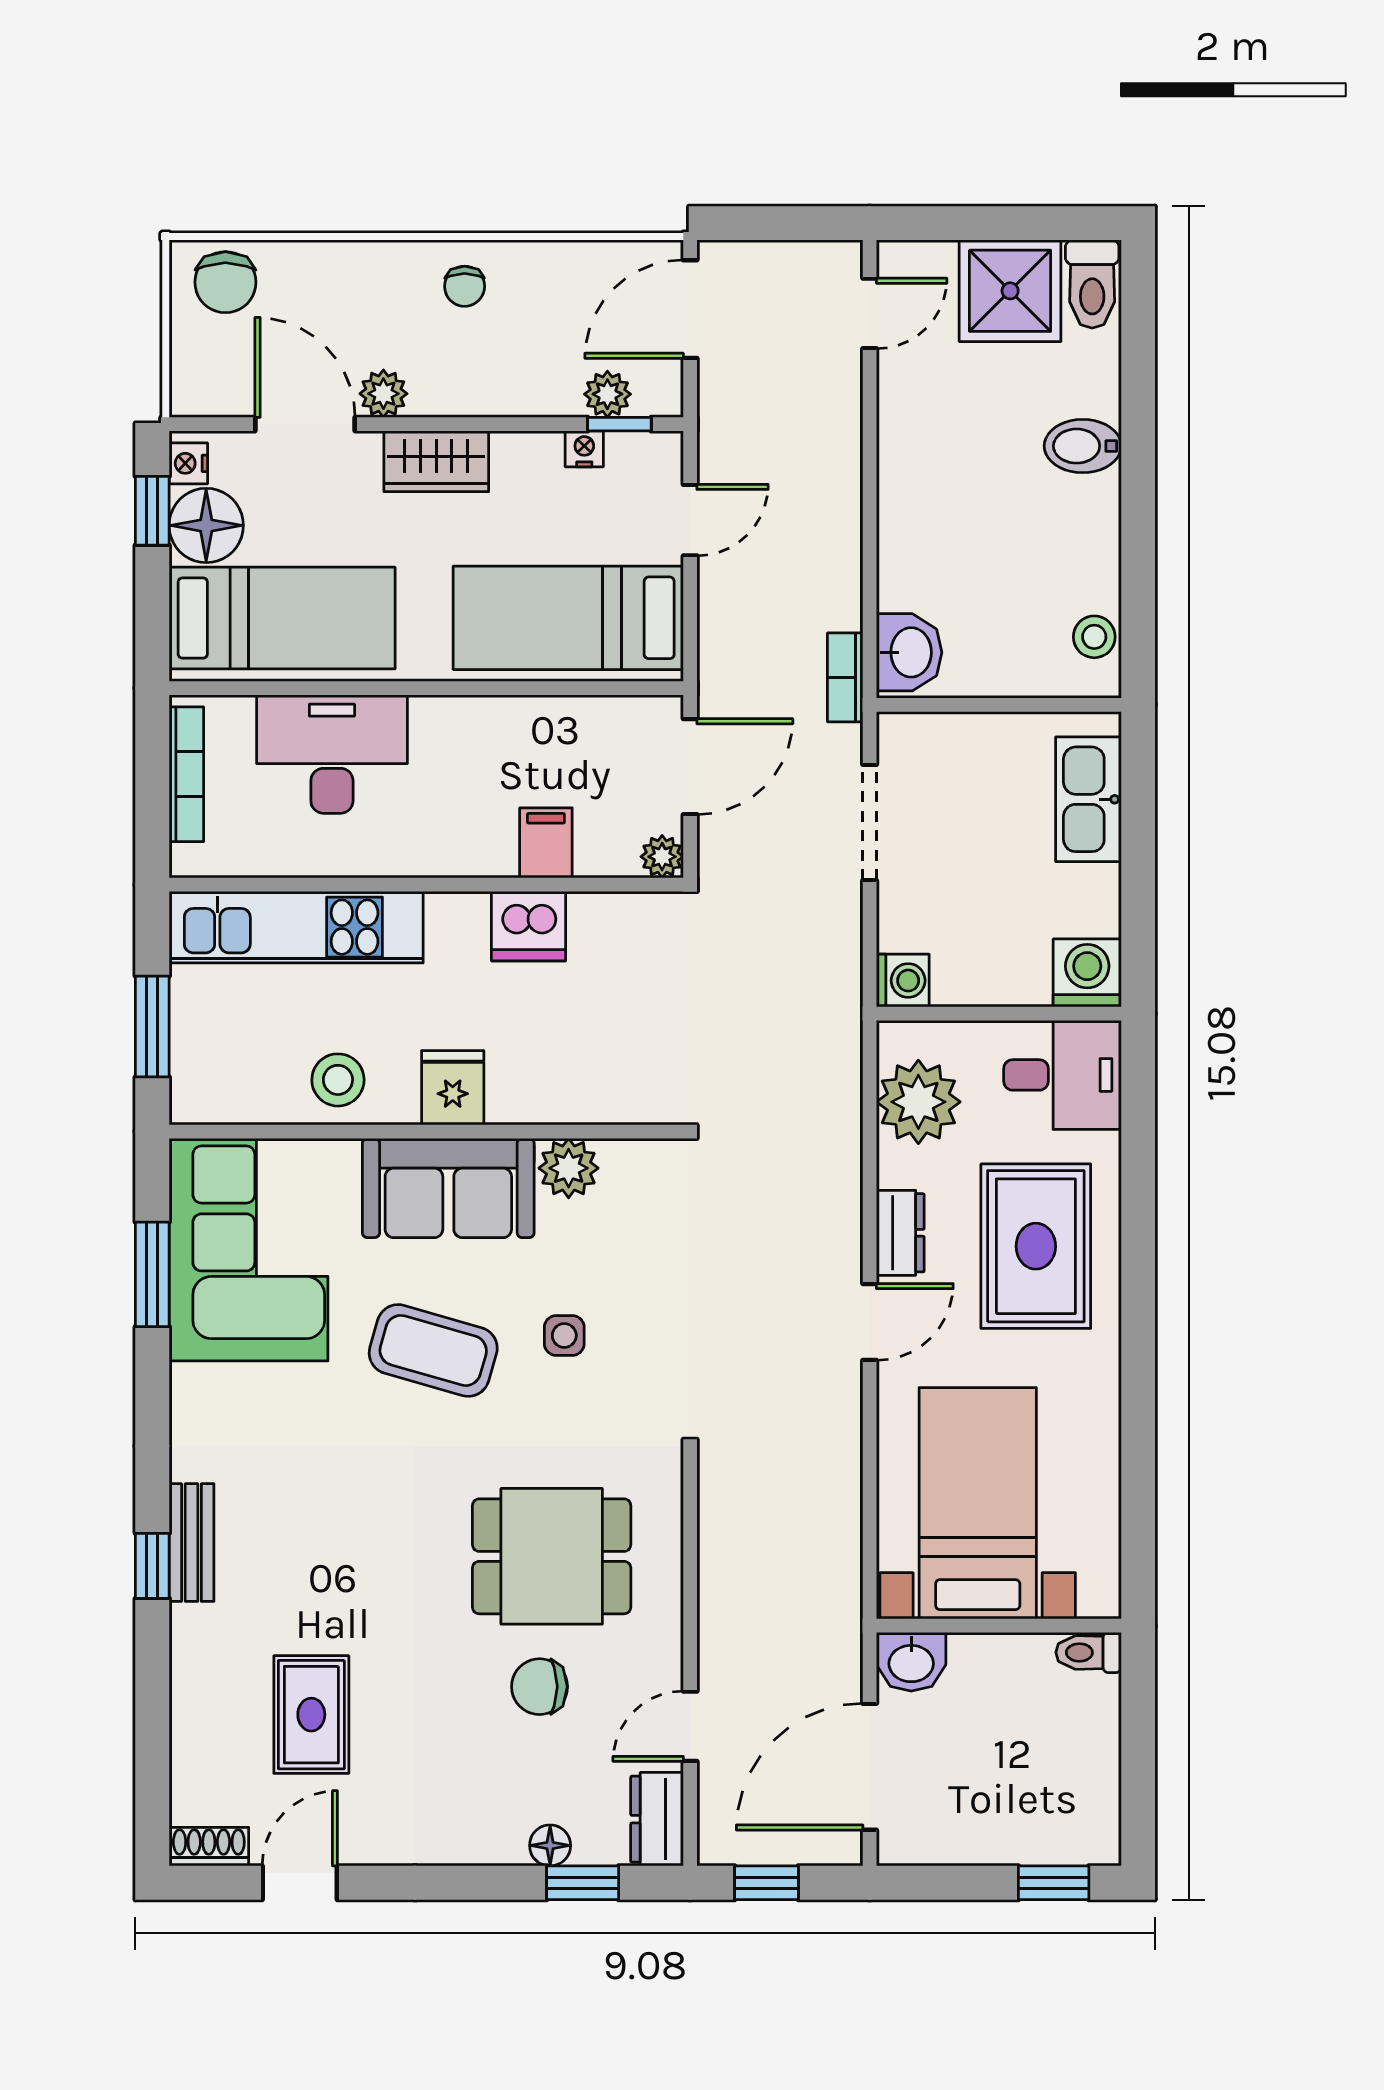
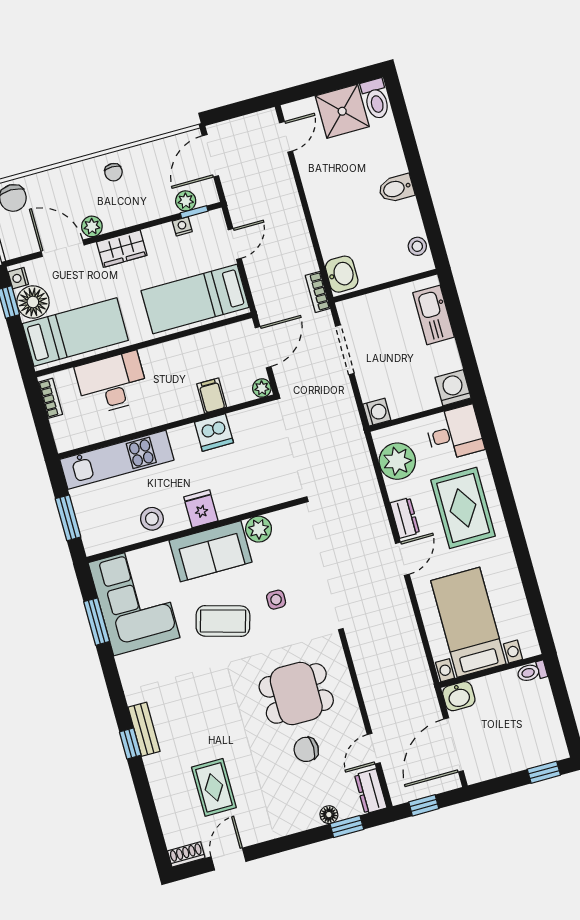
bidet: (1083, 446) -> (396, 188), moved
bookcase: (186, 774) -> (50, 398), width x0.64

